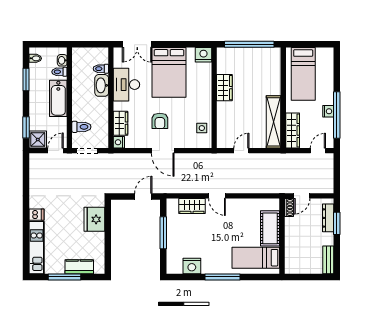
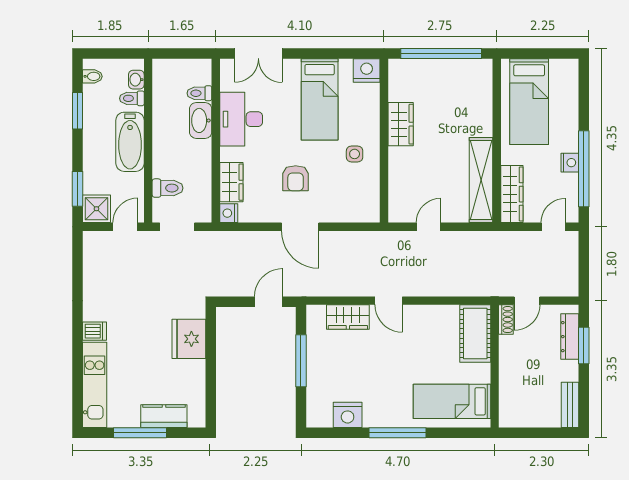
bed: (169, 72) -> (320, 99), width x0.67
side table: (202, 128) -> (355, 154), moved
cot: (270, 228) -> (475, 334), moved

